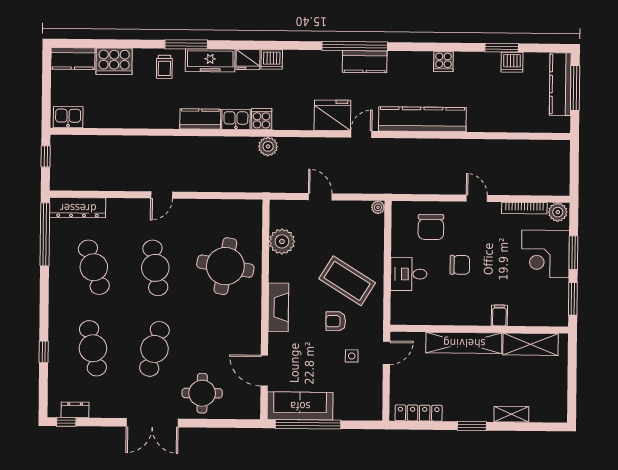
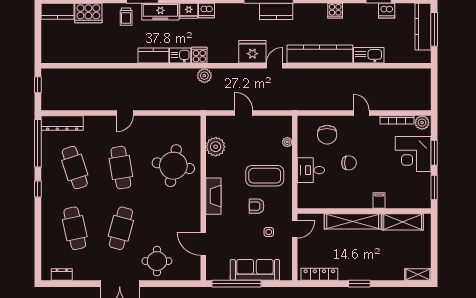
kitchen sink: (68, 117) -> (369, 55), moved, width x1.38
plant: (378, 207) -> (287, 142), moved
coffee table: (347, 281) -> (265, 176), turned -32
window: (44, 352) -> (38, 189), moved
sofa: (300, 406) -> (255, 270), moved
shelving: (511, 414) -> (418, 274), moved
window: (66, 422) -> (55, 284), removed

